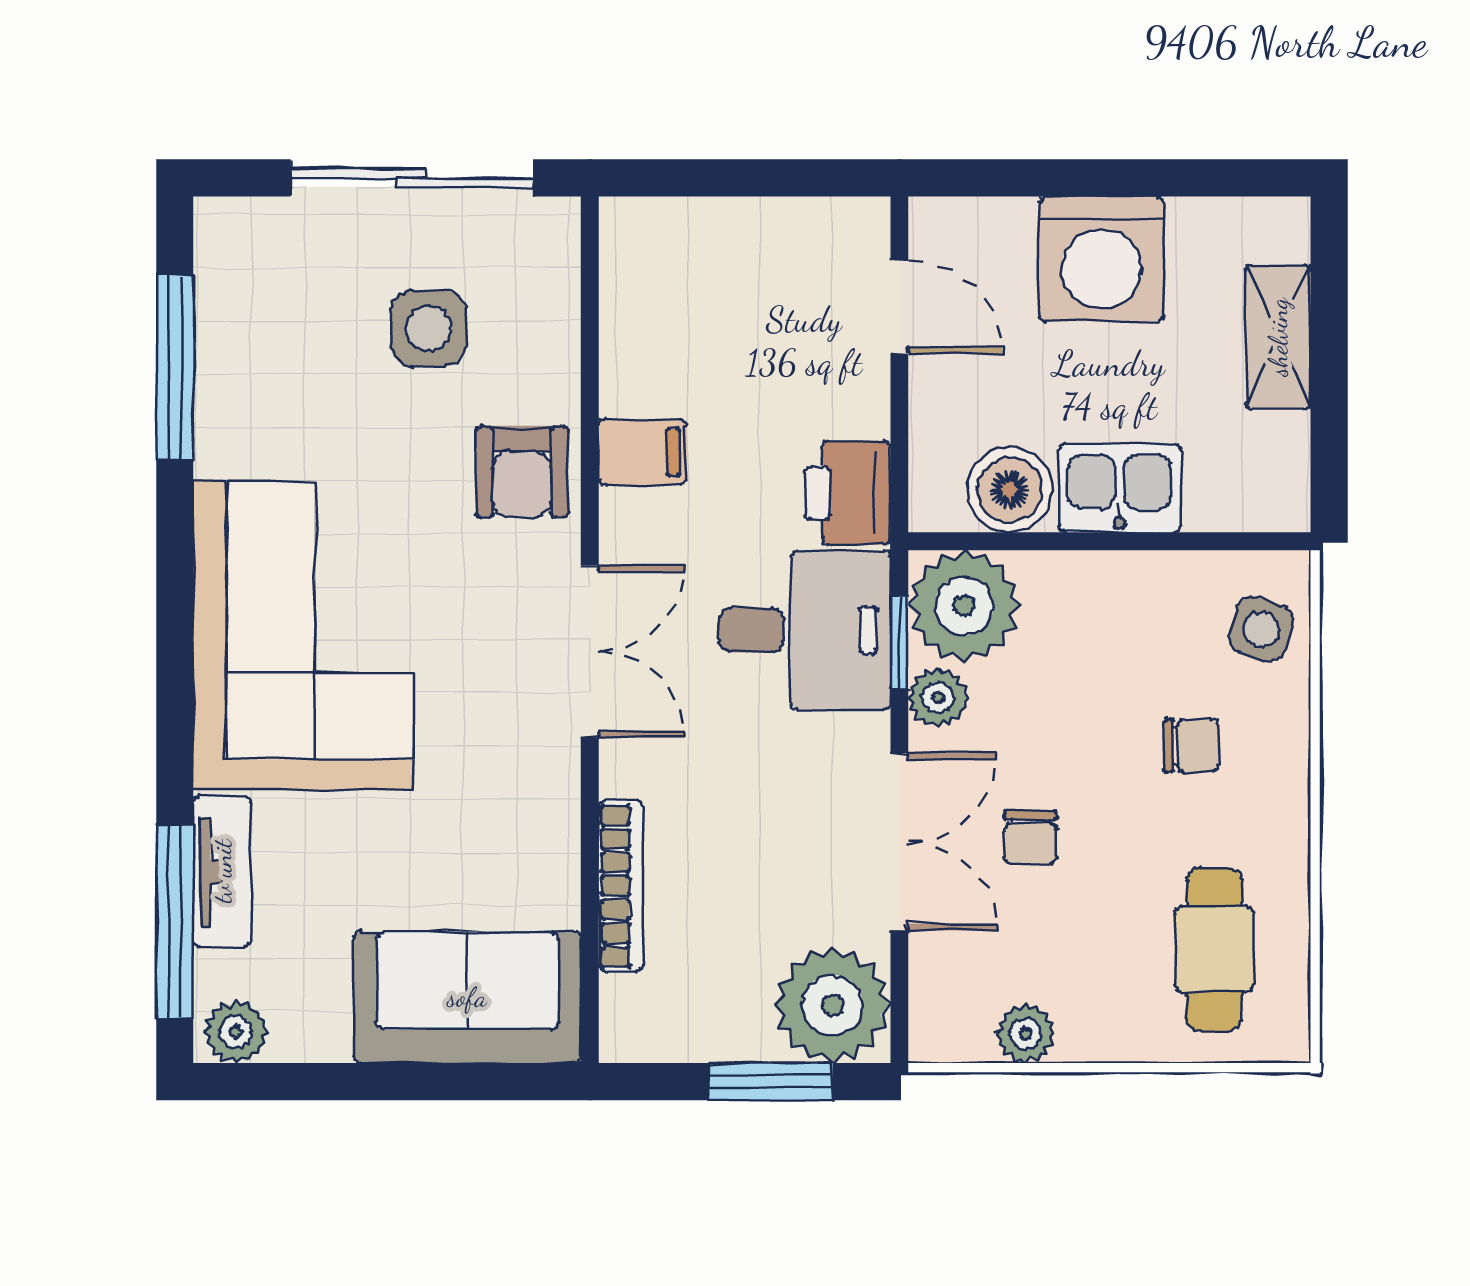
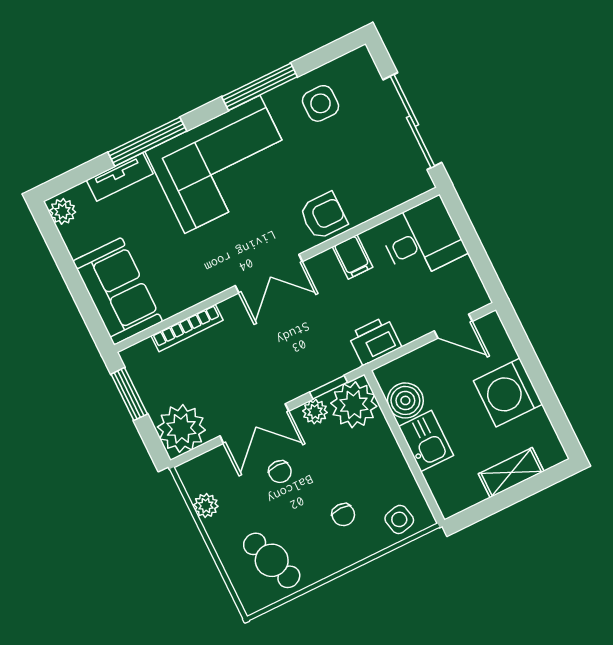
door: (899, 307) -> (453, 326), hinge flipped
side table: (429, 328) -> (321, 103), moved
window: (175, 368) -> (260, 87), moved
armchair: (522, 472) -> (323, 216), turned 180
side table: (1261, 629) -> (399, 519), turned -31
desk: (805, 630) -> (422, 239), moved, turned -90
chair: (1031, 837) -> (280, 472), turned -90
window: (175, 922) -> (147, 142), moved
cafe table: (1214, 949) -> (272, 560), turned 70
window: (770, 1082) -> (129, 394), moved

